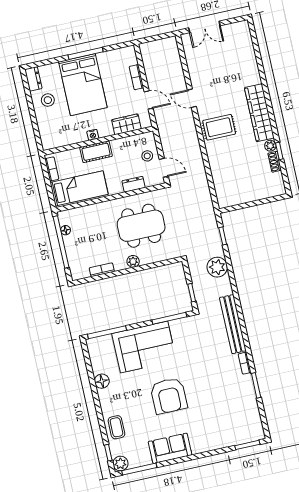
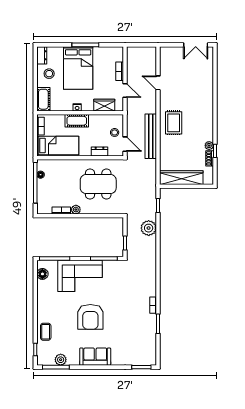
double door: (204, 27) -> (196, 45), moved
door: (192, 98) -> (158, 83), moved
wardrobe: (259, 113) -> (181, 178), moved, turned 90
rug: (219, 127) -> (174, 123), turned 90
cot: (48, 134) -> (43, 99), added
plant: (133, 261) -> (76, 210), moved
bench: (233, 324) -> (151, 136), moved
floor lamp: (102, 381) -> (42, 274), moved
sofa: (170, 448) -> (95, 357), moved
plant: (120, 463) -> (61, 360), moved

